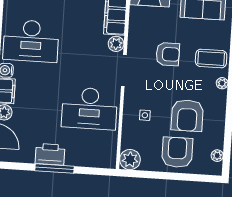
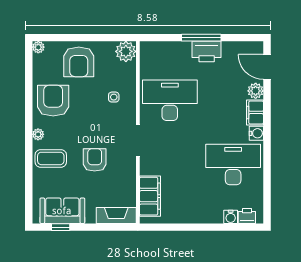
plant: (116, 44) -> (147, 167), removed
armchair: (168, 54) -> (95, 160), turned 90
armchair: (187, 116) -> (53, 101), moved
plant: (217, 156) -> (38, 47), moved

